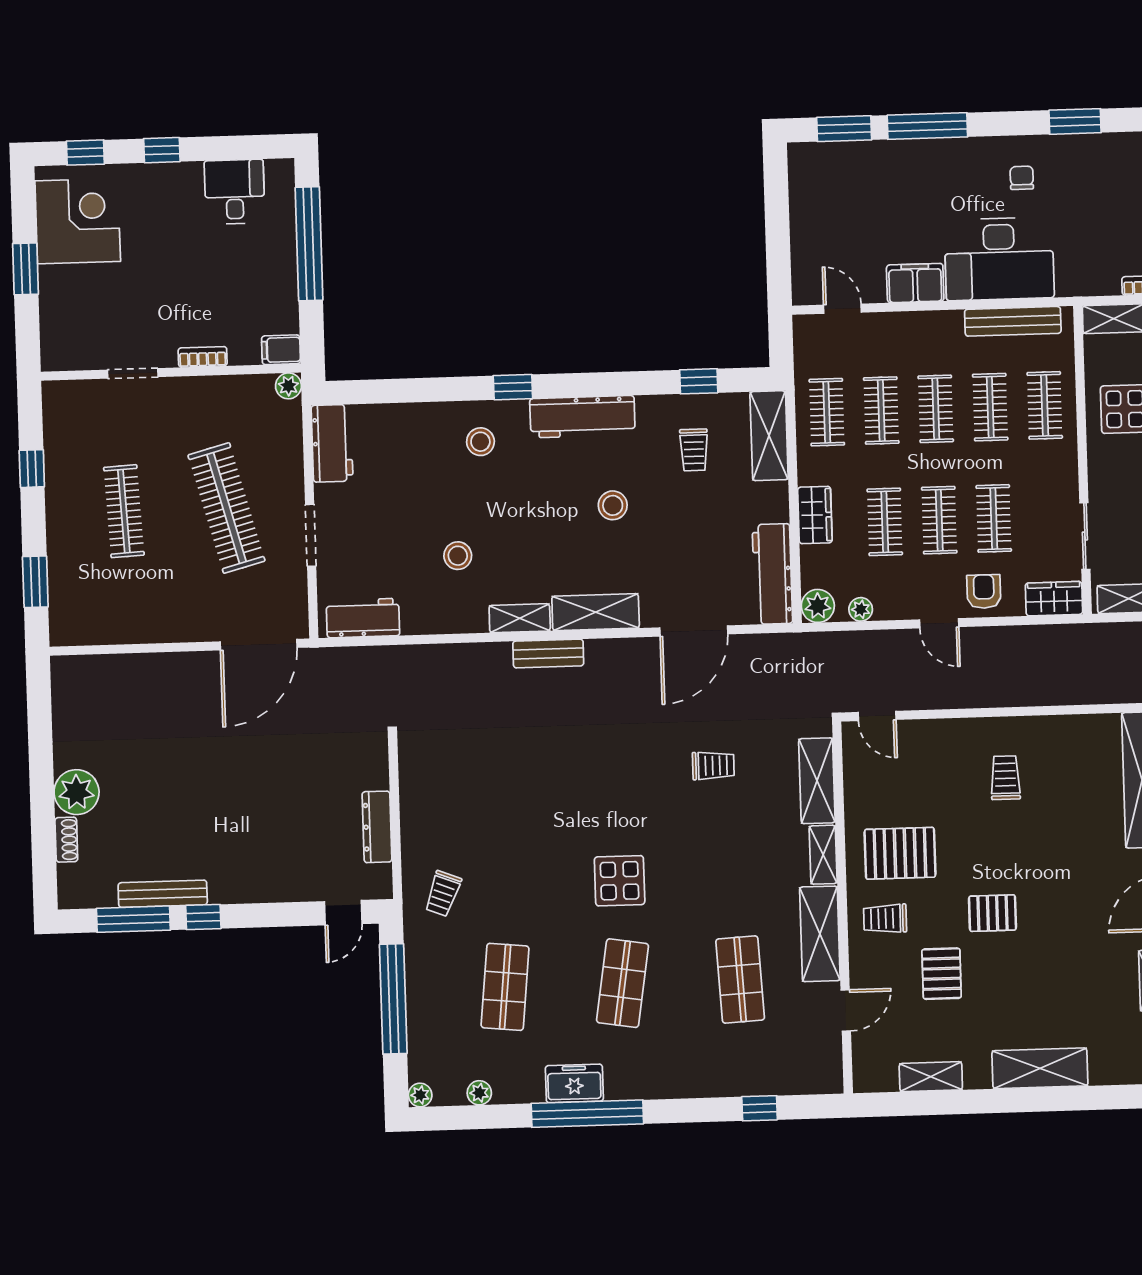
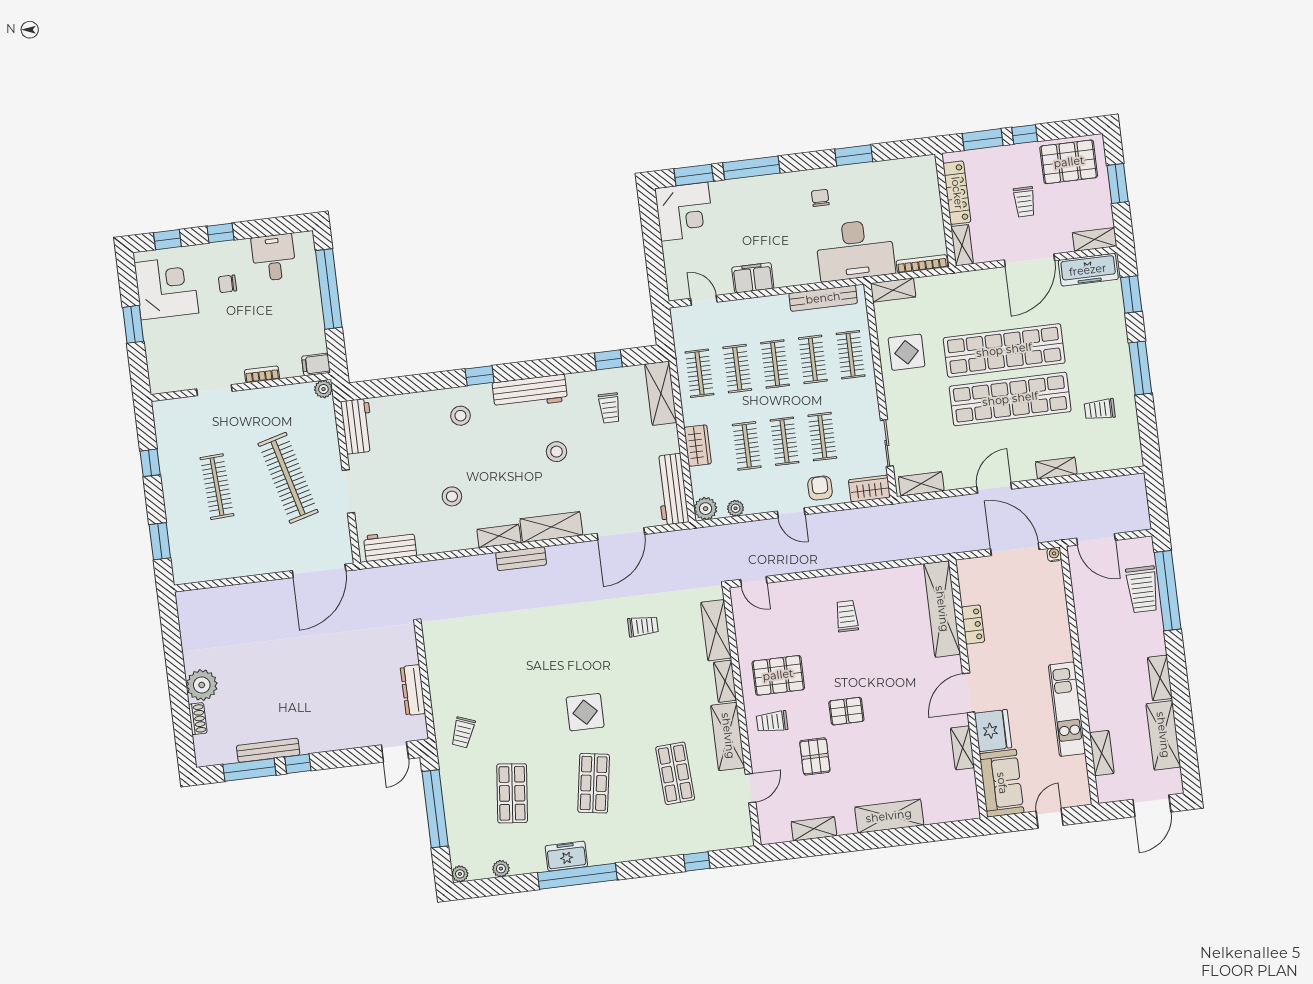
corner desk: (826, 180) -> (684, 212), added
chair: (165, 223) -> (228, 284), added
desk: (999, 259) -> (855, 250), moved

